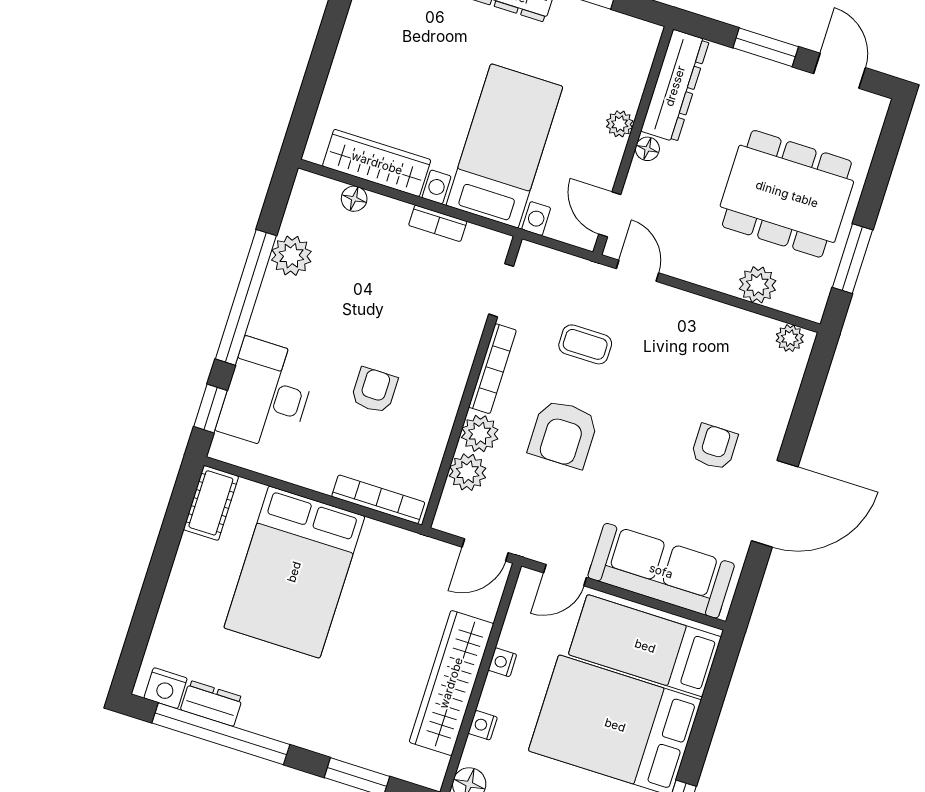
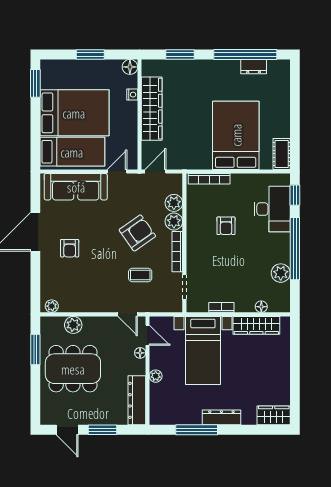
floor lamp: (647, 149) -> (140, 353), moved
armchair: (563, 434) -> (137, 233), turned 55
nightstand: (502, 662) -> (132, 125), removed
nightstand: (166, 688) -> (276, 67), removed

